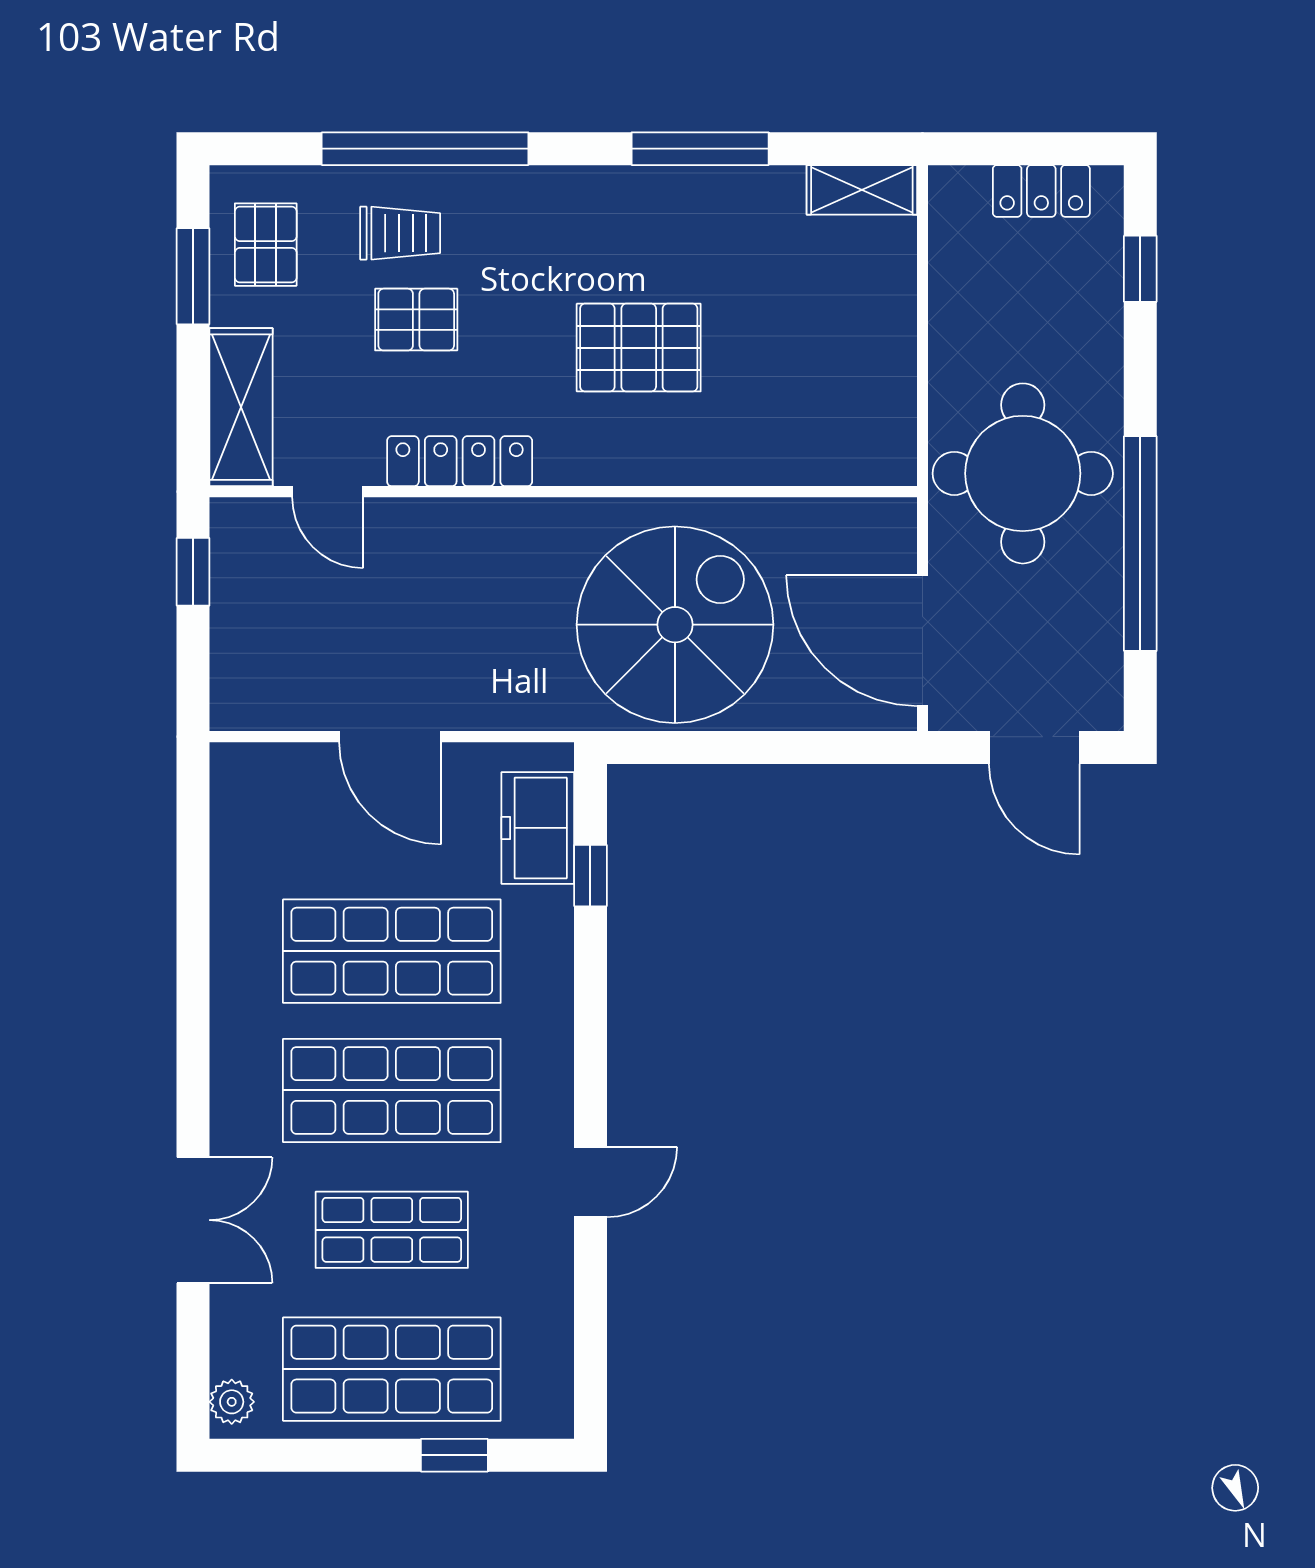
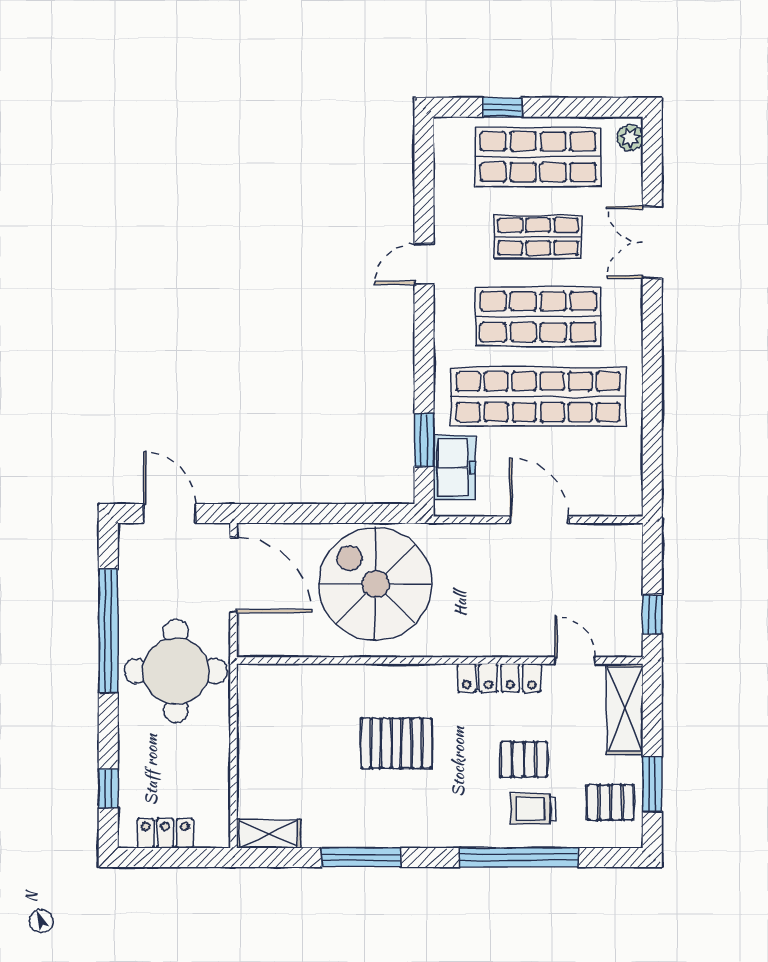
pallet: (266, 245) -> (611, 802), turned 90
spiral stairs: (675, 625) -> (376, 584), turned 90
window: (590, 876) -> (424, 440), width x1.50
shop shelf: (392, 951) -> (538, 397), width x1.40

